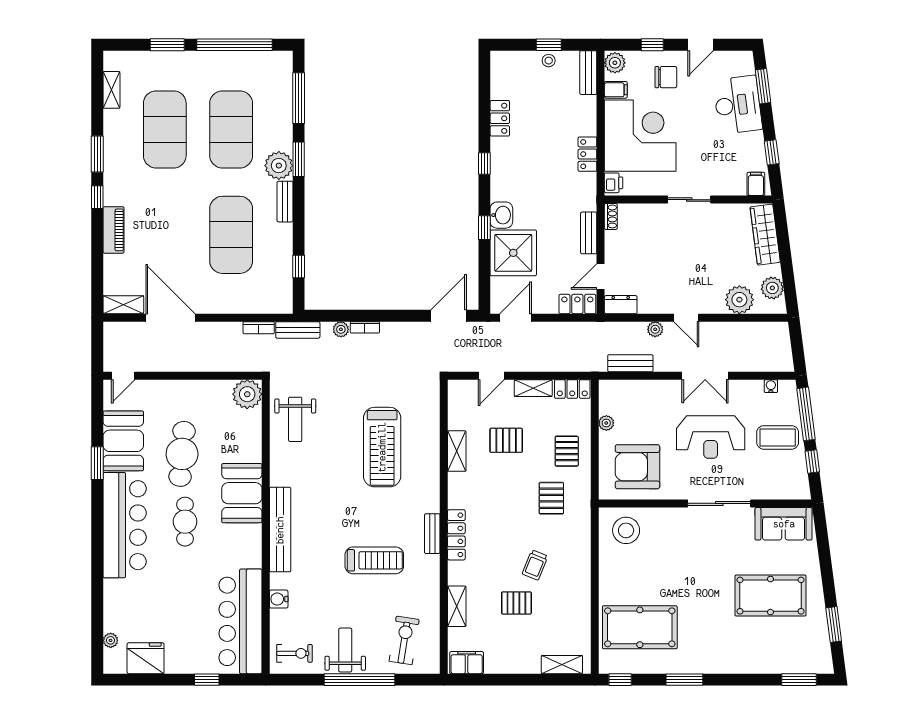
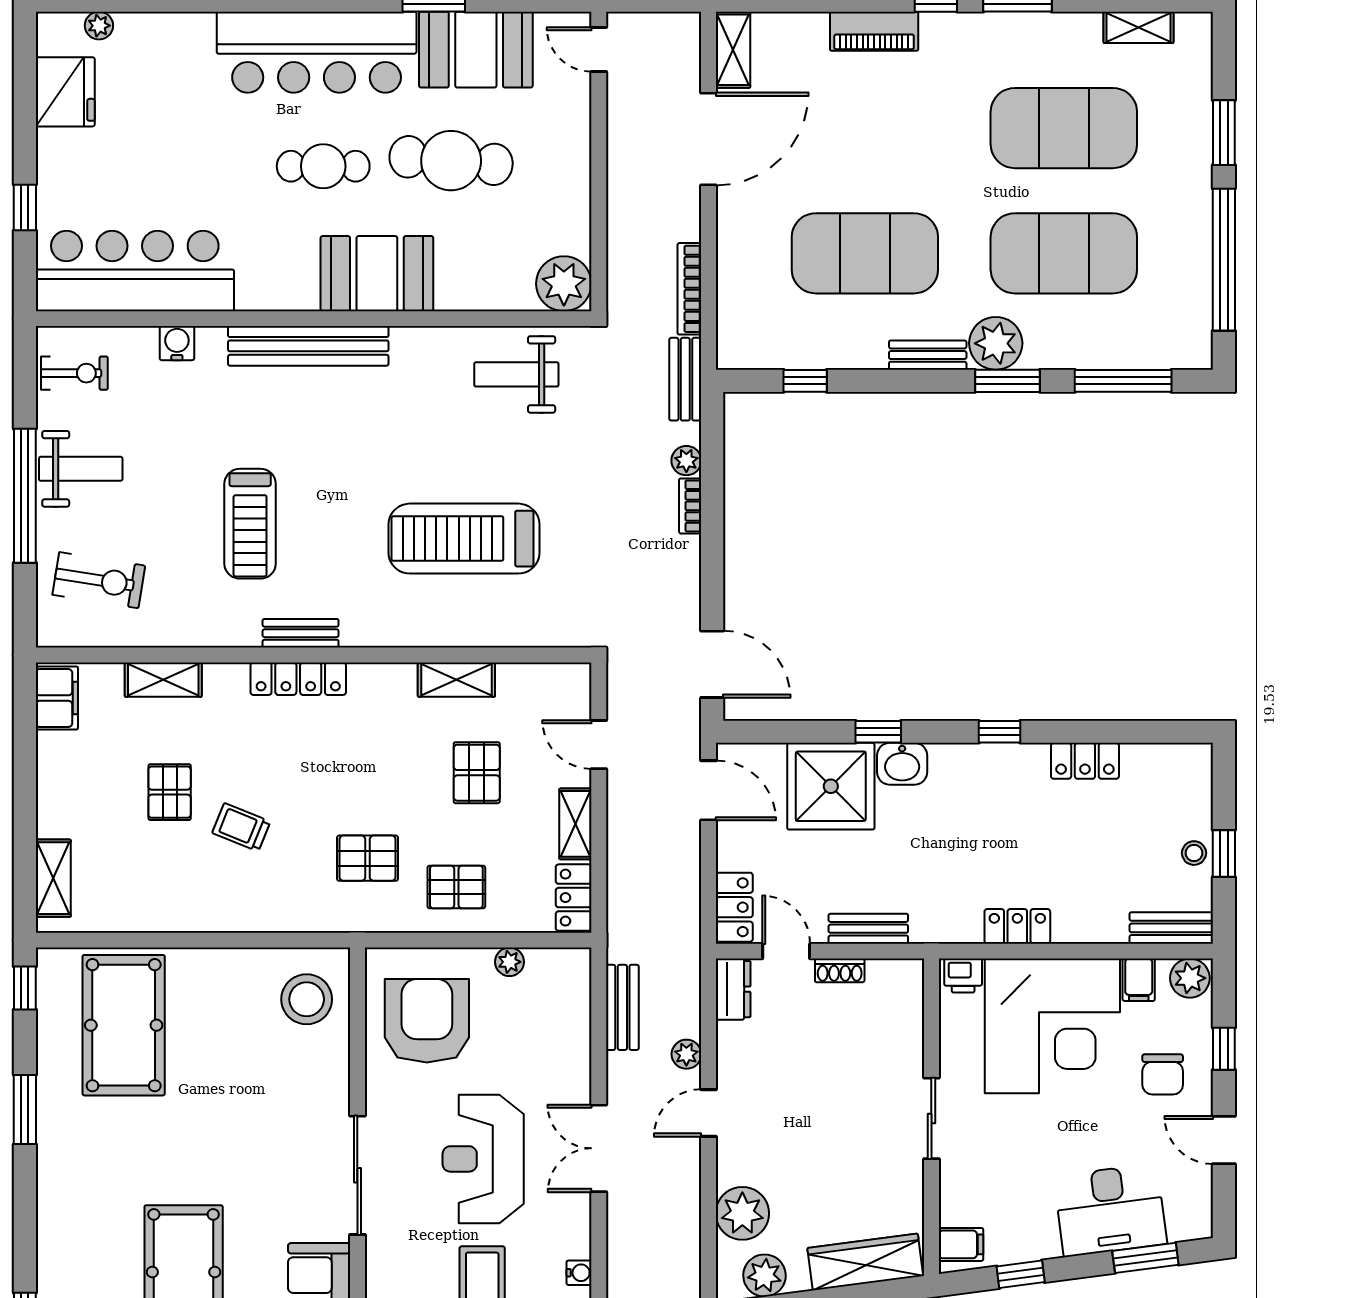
shoe rack: (611, 216) -> (840, 970), moved
bookcase: (259, 328) -> (689, 289), width x1.56
exercise bike: (295, 653) -> (74, 373), turned -90

